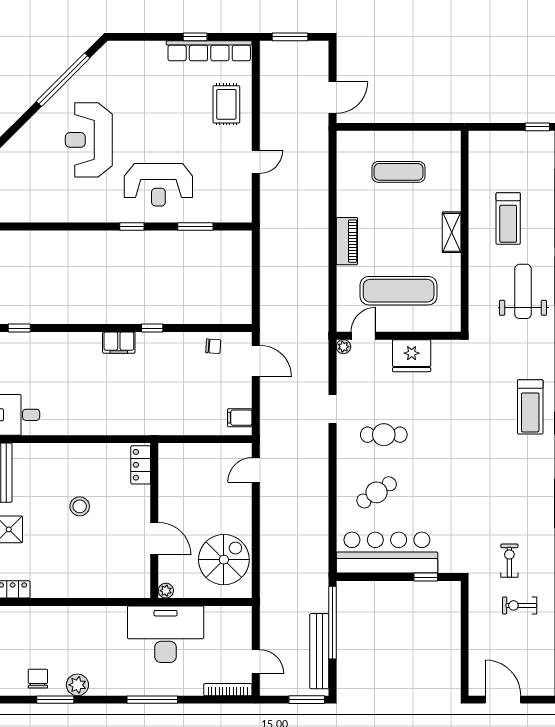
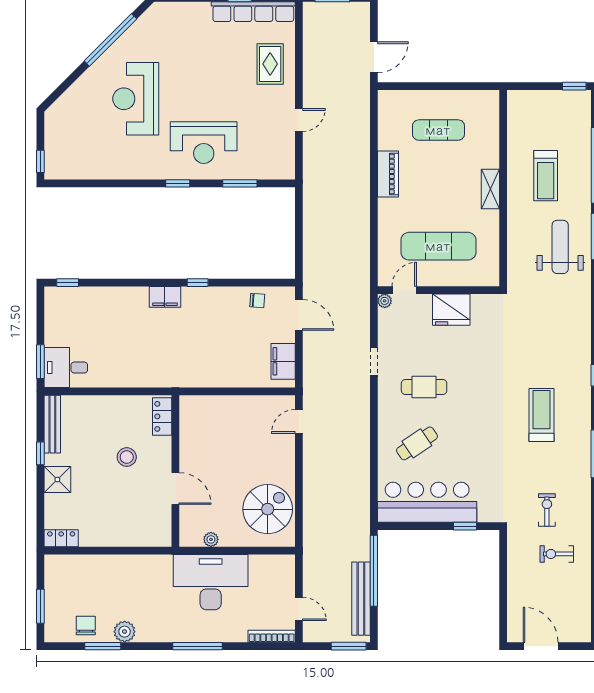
piano: (347, 241) -> (388, 174), moved
treadmill: (530, 407) -> (541, 415), moved, turned 180
filing cabinet: (240, 418) -> (283, 361), width x2.00
locker: (141, 465) -> (162, 416), moved
wall: (154, 521) -> (175, 471), moved
door: (154, 539) -> (175, 489), moved

